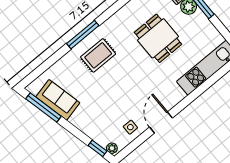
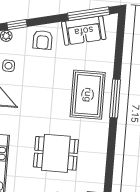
rug: (98, 55) -> (88, 95), width x1.36, depth x1.43
armchair: (91, 121) -> (43, 40), added

